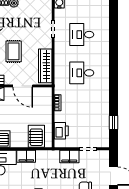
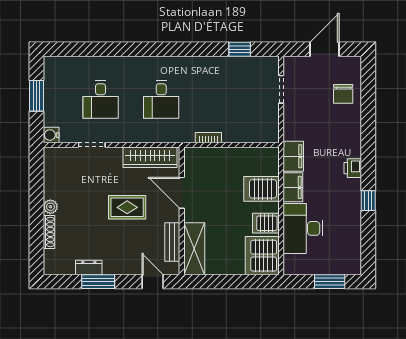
door: (23, 86) -> (182, 193), swing flipped
printer: (61, 131) -> (253, 132), removed
server rack: (36, 136) -> (262, 189), moved
filing cabinet: (69, 156) -> (293, 156), moved

